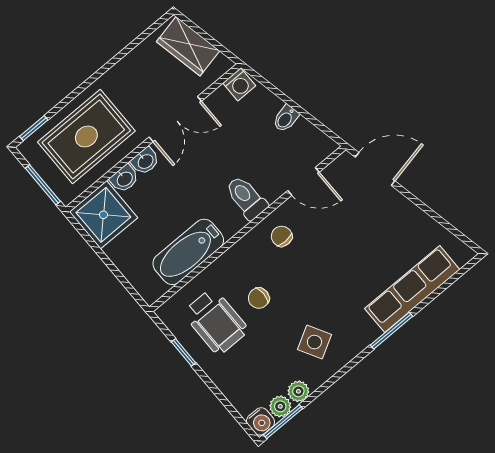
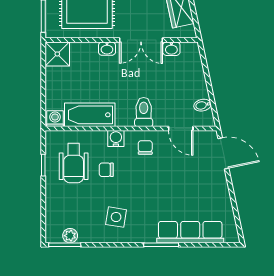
washing machine: (239, 84) -> (55, 119), moved, turned 180
bidet: (286, 119) -> (202, 105), moved
washbasin: (124, 179) -> (171, 49), moved
shower: (103, 215) -> (57, 54), width x0.73, depth x0.73
side table: (314, 342) -> (116, 217), turned 38
plant: (298, 391) -> (86, 236), removed
water cooler: (261, 421) -> (116, 138), moved, turned 180

